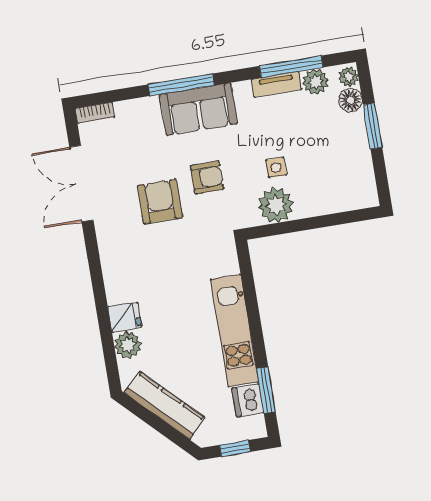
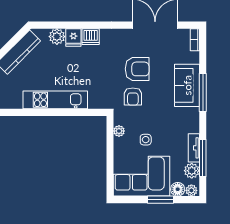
sofa: (198, 109) -> (187, 85), moved
corner sofa: (338, 164) -> (142, 176), added
armchair: (207, 177) -> (133, 97), moved
plant: (276, 205) -> (119, 131), width x0.53, depth x0.53
window: (266, 390) -> (18, 112), removed
dishwasher: (248, 400) -> (91, 37), moved, turned 180

